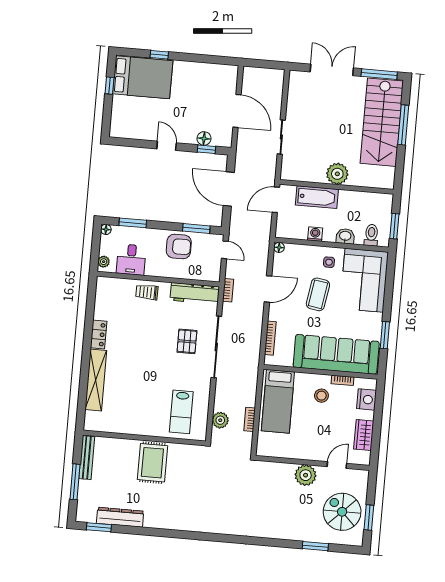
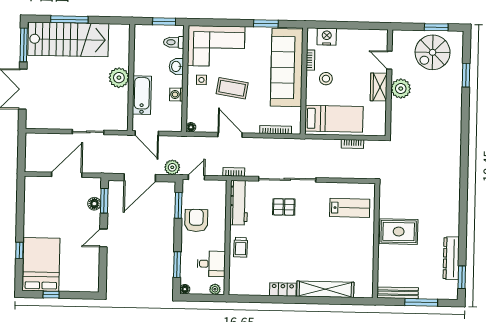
window: (206, 149) -> (104, 201), width x1.50
plant: (220, 420) -> (172, 167), moved
wardrobe: (364, 435) -> (379, 87), moved, turned 90

